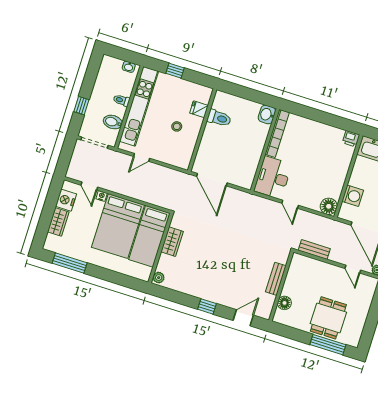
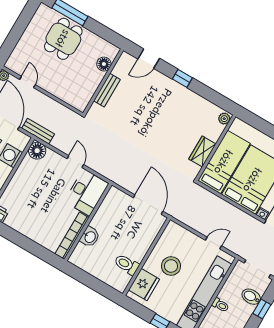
fridge: (199, 109) -> (144, 285), width x1.88, depth x1.34
washbasin: (267, 114) -> (90, 237), moved
bidet: (113, 122) -> (251, 297), moved, turned 180
stool: (177, 126) -> (171, 266), width x1.89, depth x1.89
bench: (314, 250) -> (38, 131), moved

